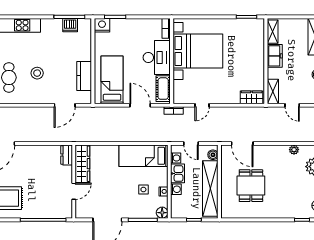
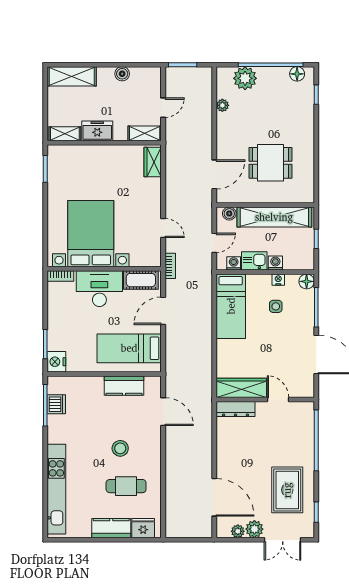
dresser: (67, 155) -> (235, 409), width x1.44

